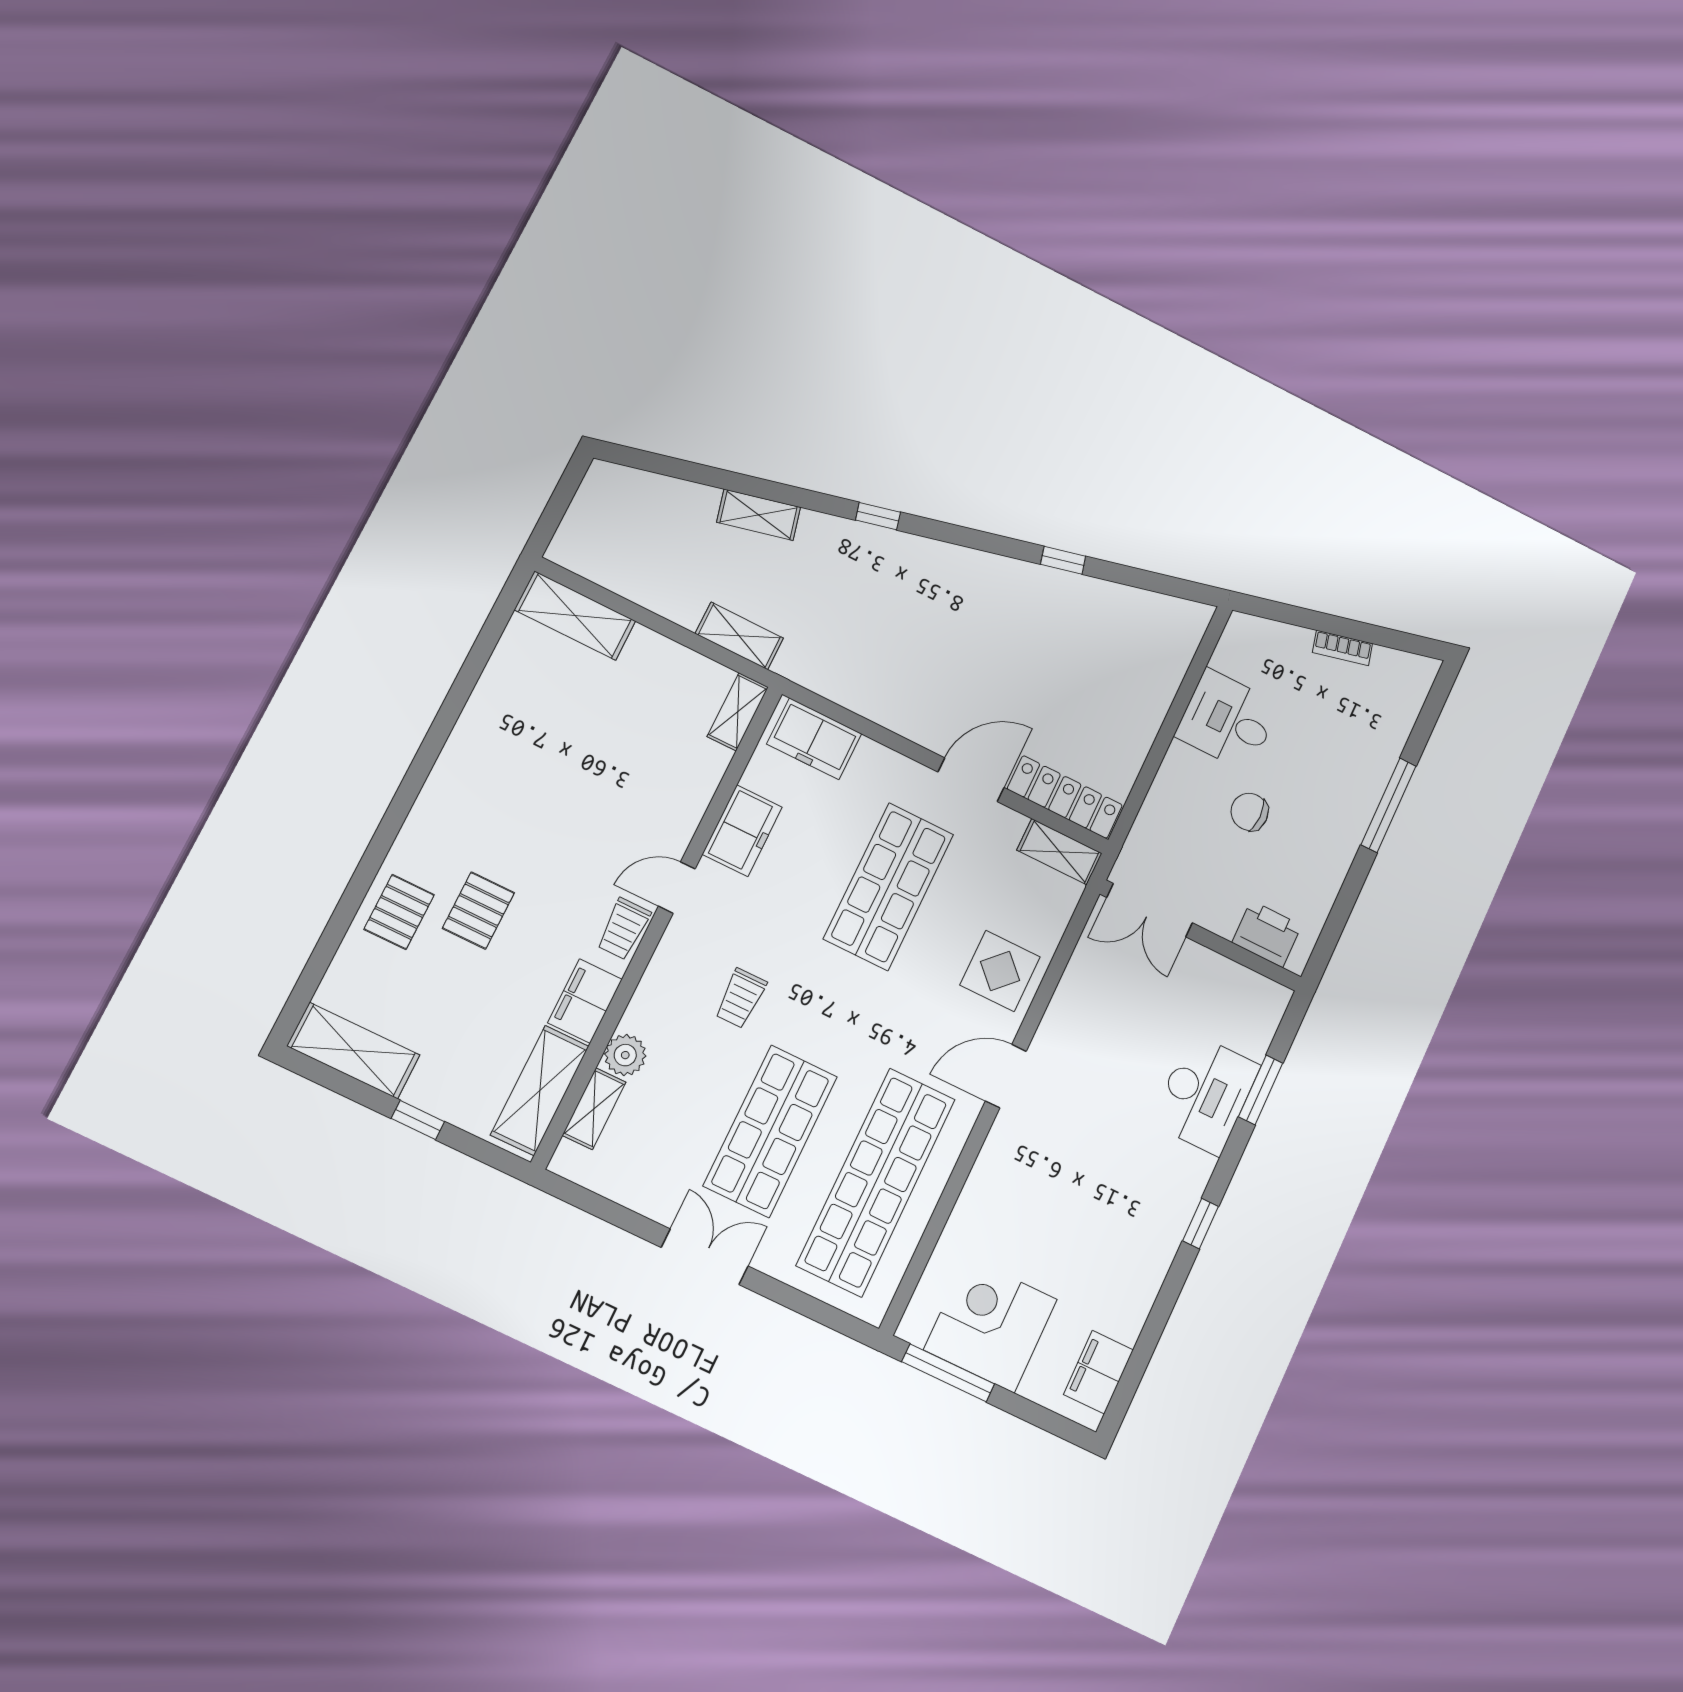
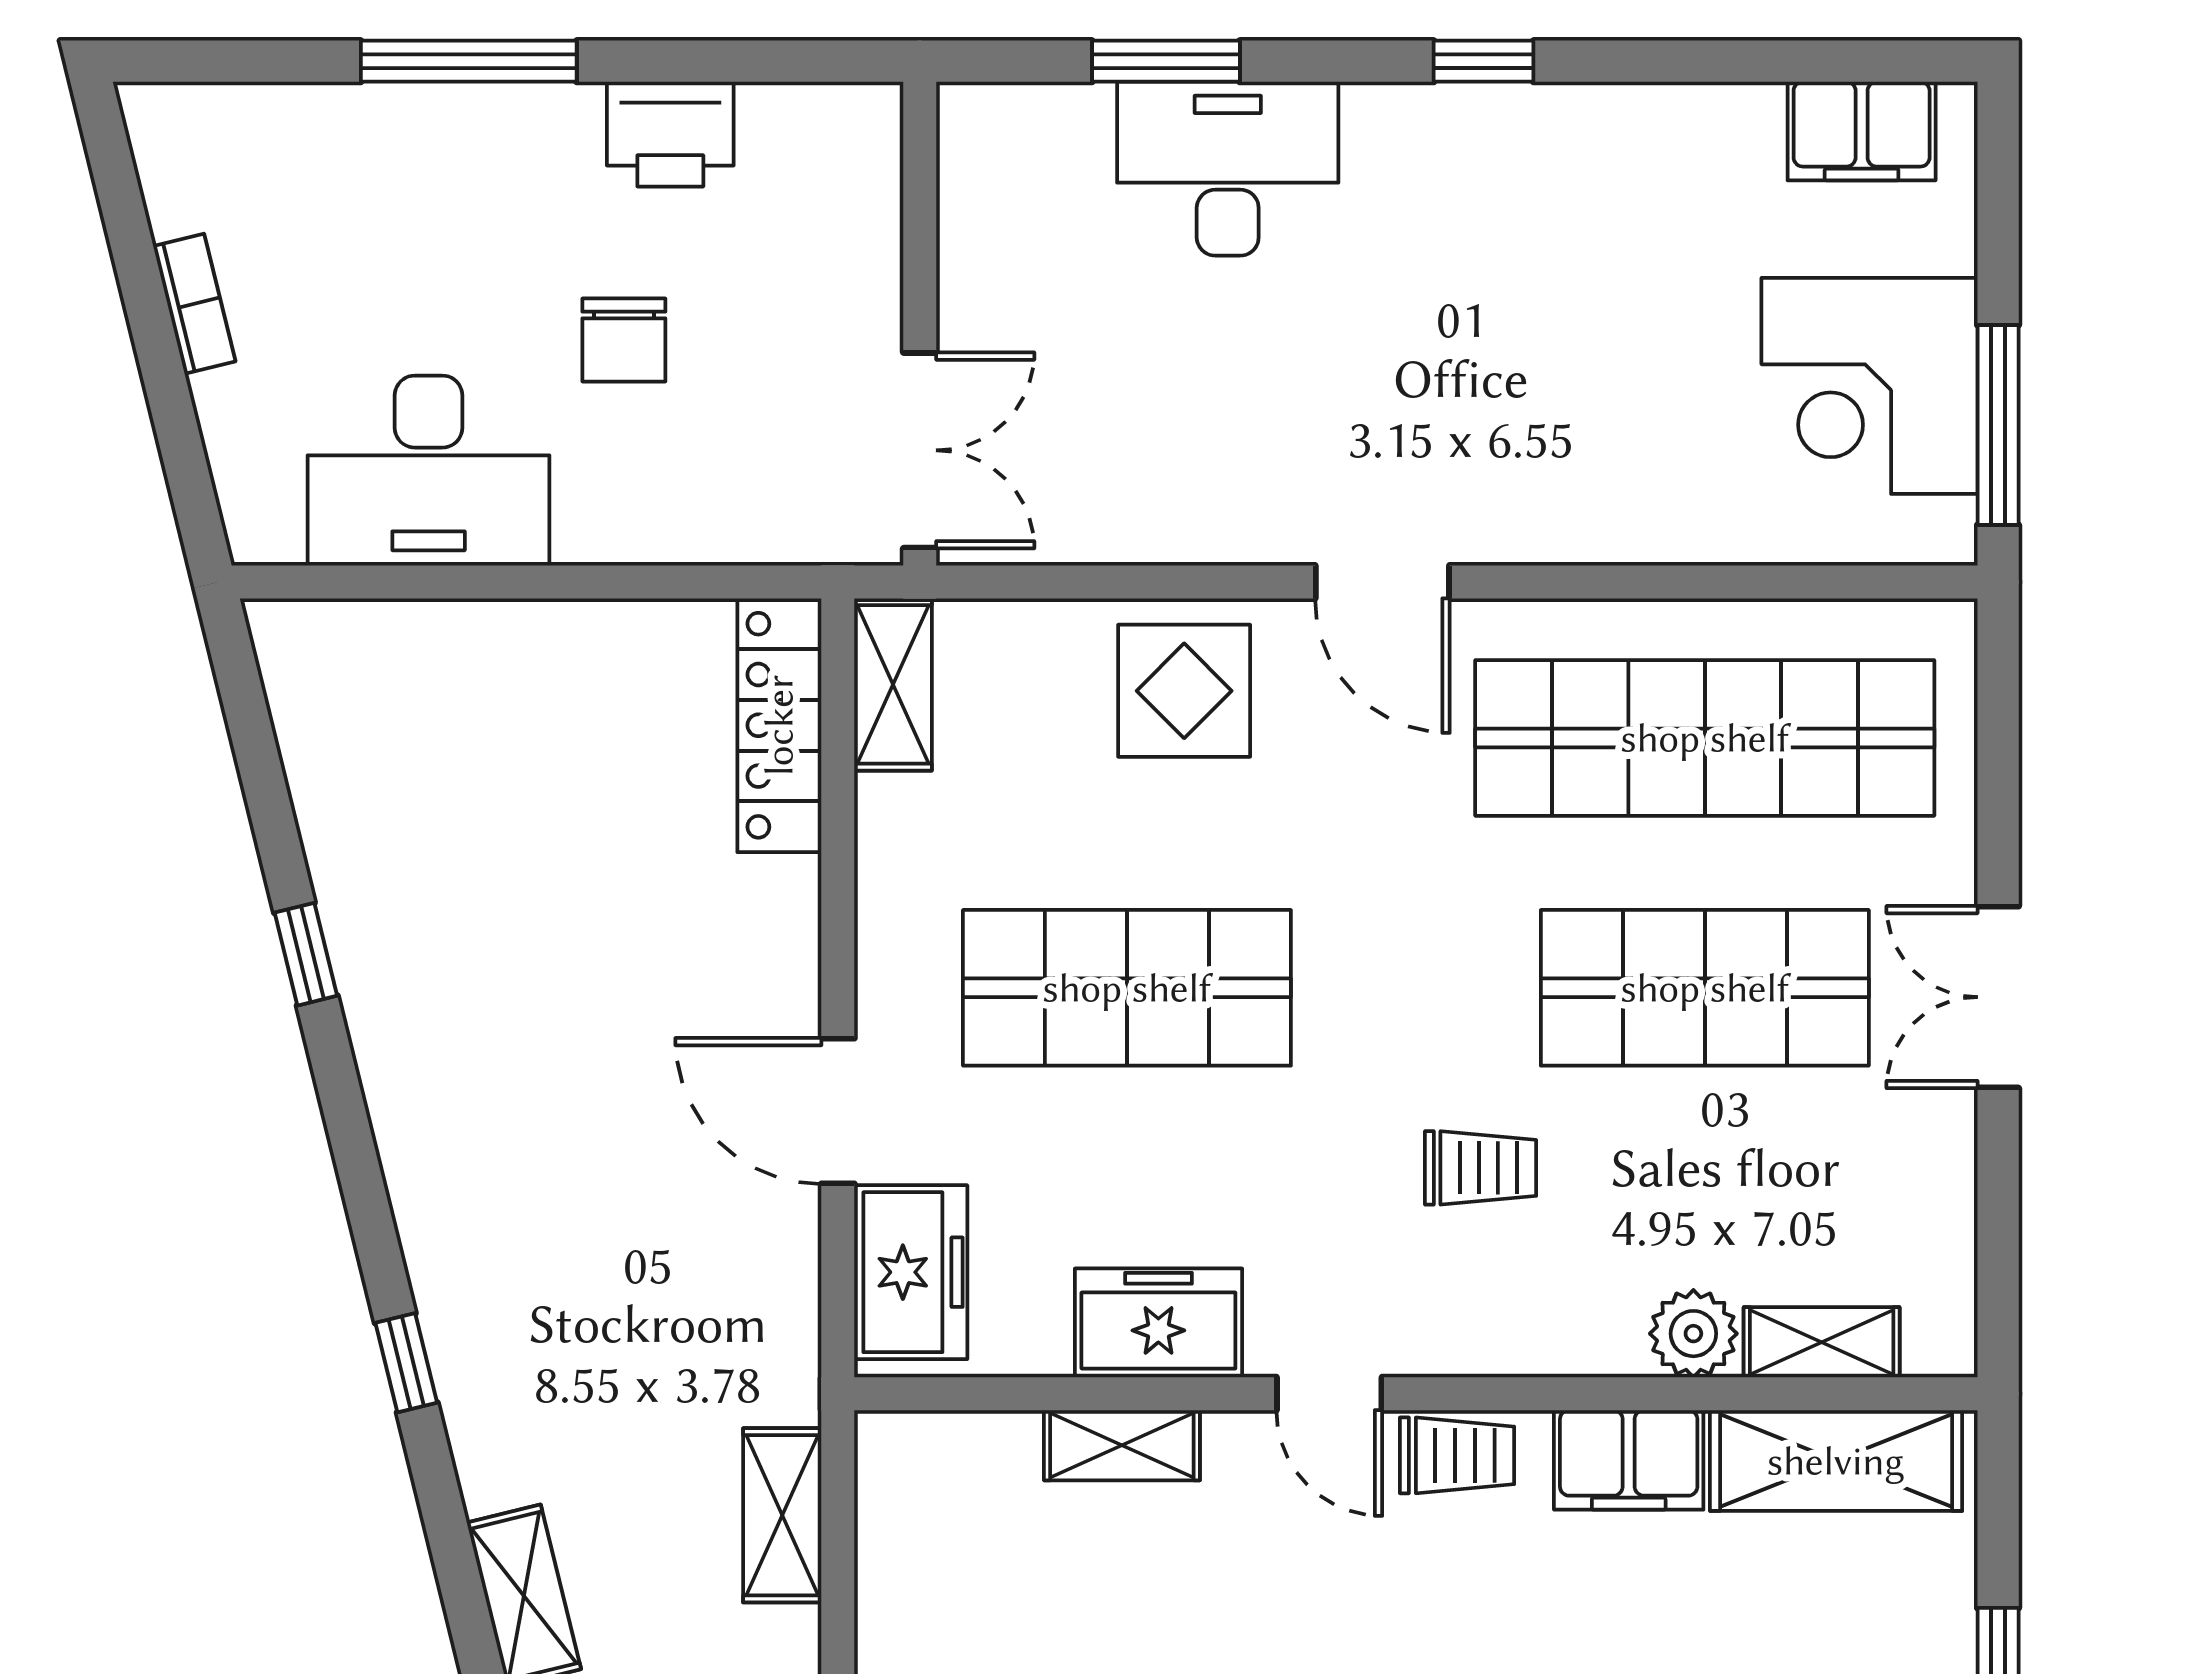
shelving: (738, 712) -> (1122, 1445), moved
desk: (1228, 720) -> (429, 471), width x1.37
door: (971, 780) -> (838, 1111), moved
printer: (1267, 934) -> (670, 134), moved, turned -90

